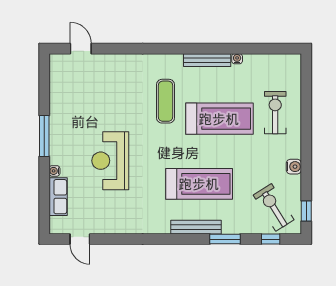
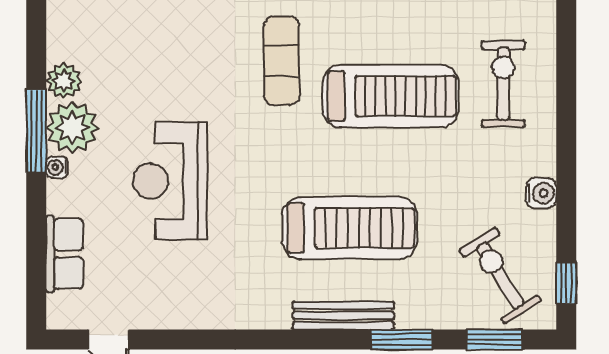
plant: (58, 111) -> (64, 81), added
plant: (62, 134) -> (72, 128), added
water cooler: (54, 171) -> (57, 167), moved
window: (271, 239) -> (494, 340), width x1.50

